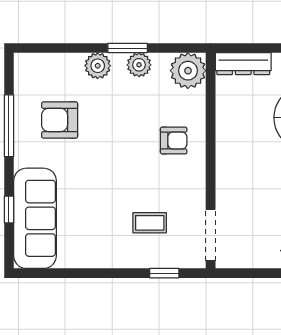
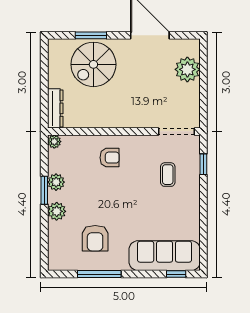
plant: (188, 71) -> (54, 142), width x0.53, depth x0.53
armchair: (174, 141) -> (110, 158), turned 90
window: (9, 209) -> (176, 274), moved

